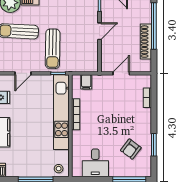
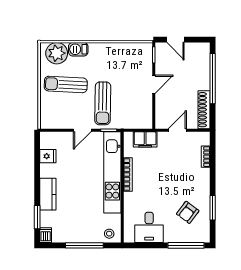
shoe rack: (146, 42) -> (204, 110), moved
door: (23, 73) -> (82, 130), moved
filing cabinet: (86, 82) -> (145, 139), width x2.00

